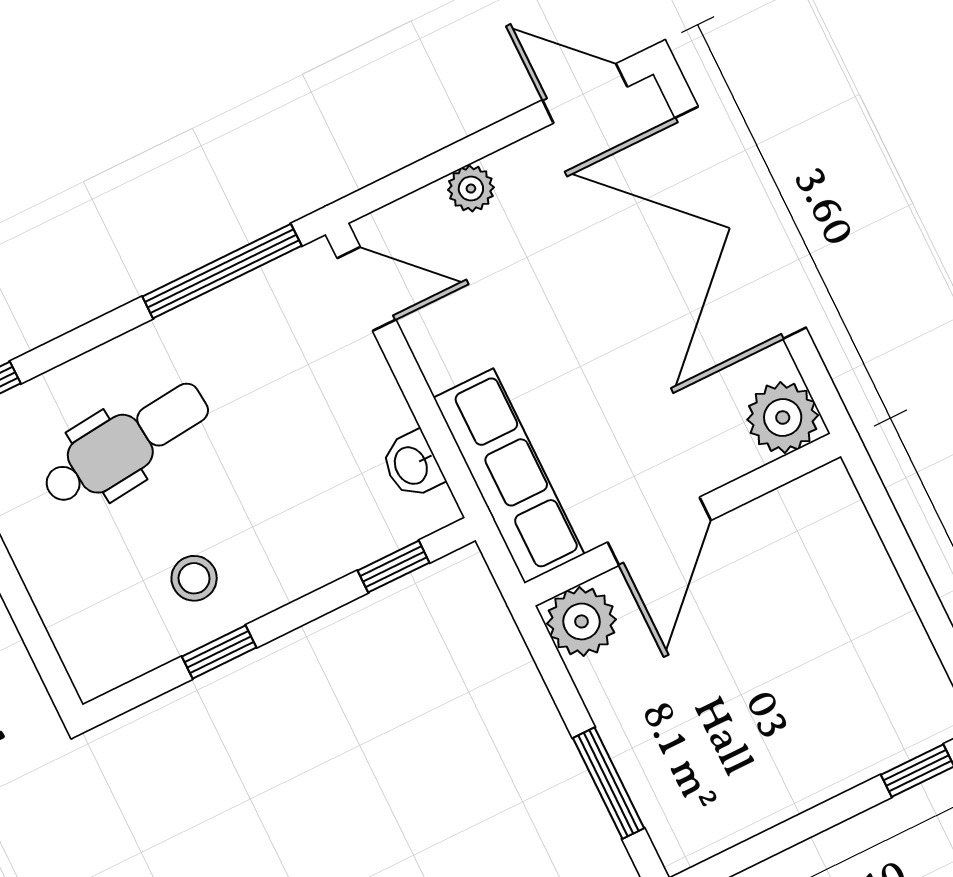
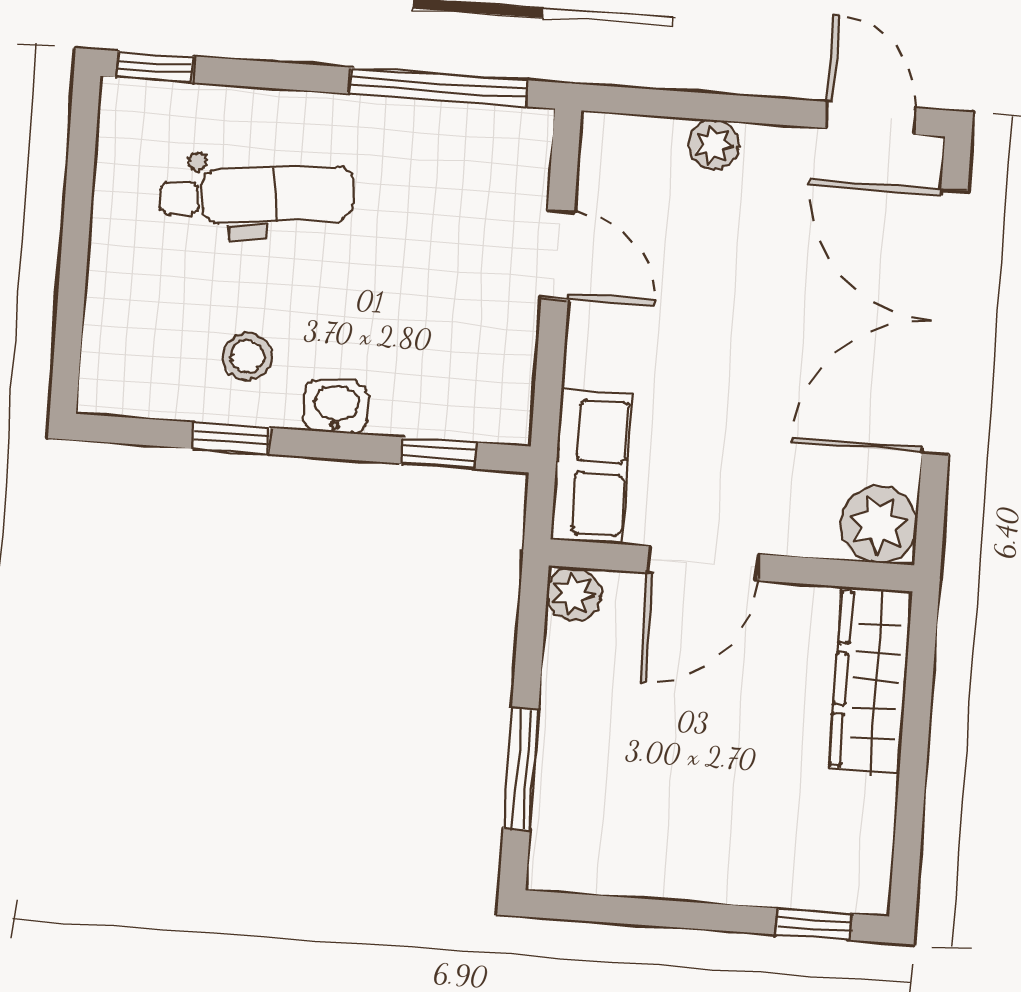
door: (366, 289) -> (558, 255), moved
washbasin: (412, 465) -> (336, 407), moved, turned 90
row of seats: (509, 476) -> (592, 467), width x0.68
wardrobe: (849, 547) -> (871, 680), added
plant: (582, 621) -> (573, 594), width x0.73, depth x0.73

